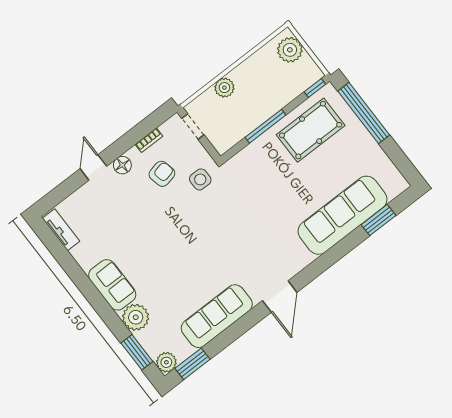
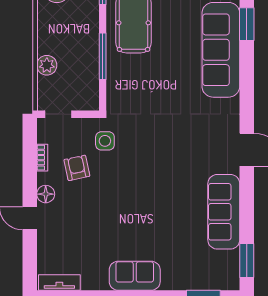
plant: (136, 317) -> (175, 277), removed
plant: (166, 362) -> (230, 280), removed

